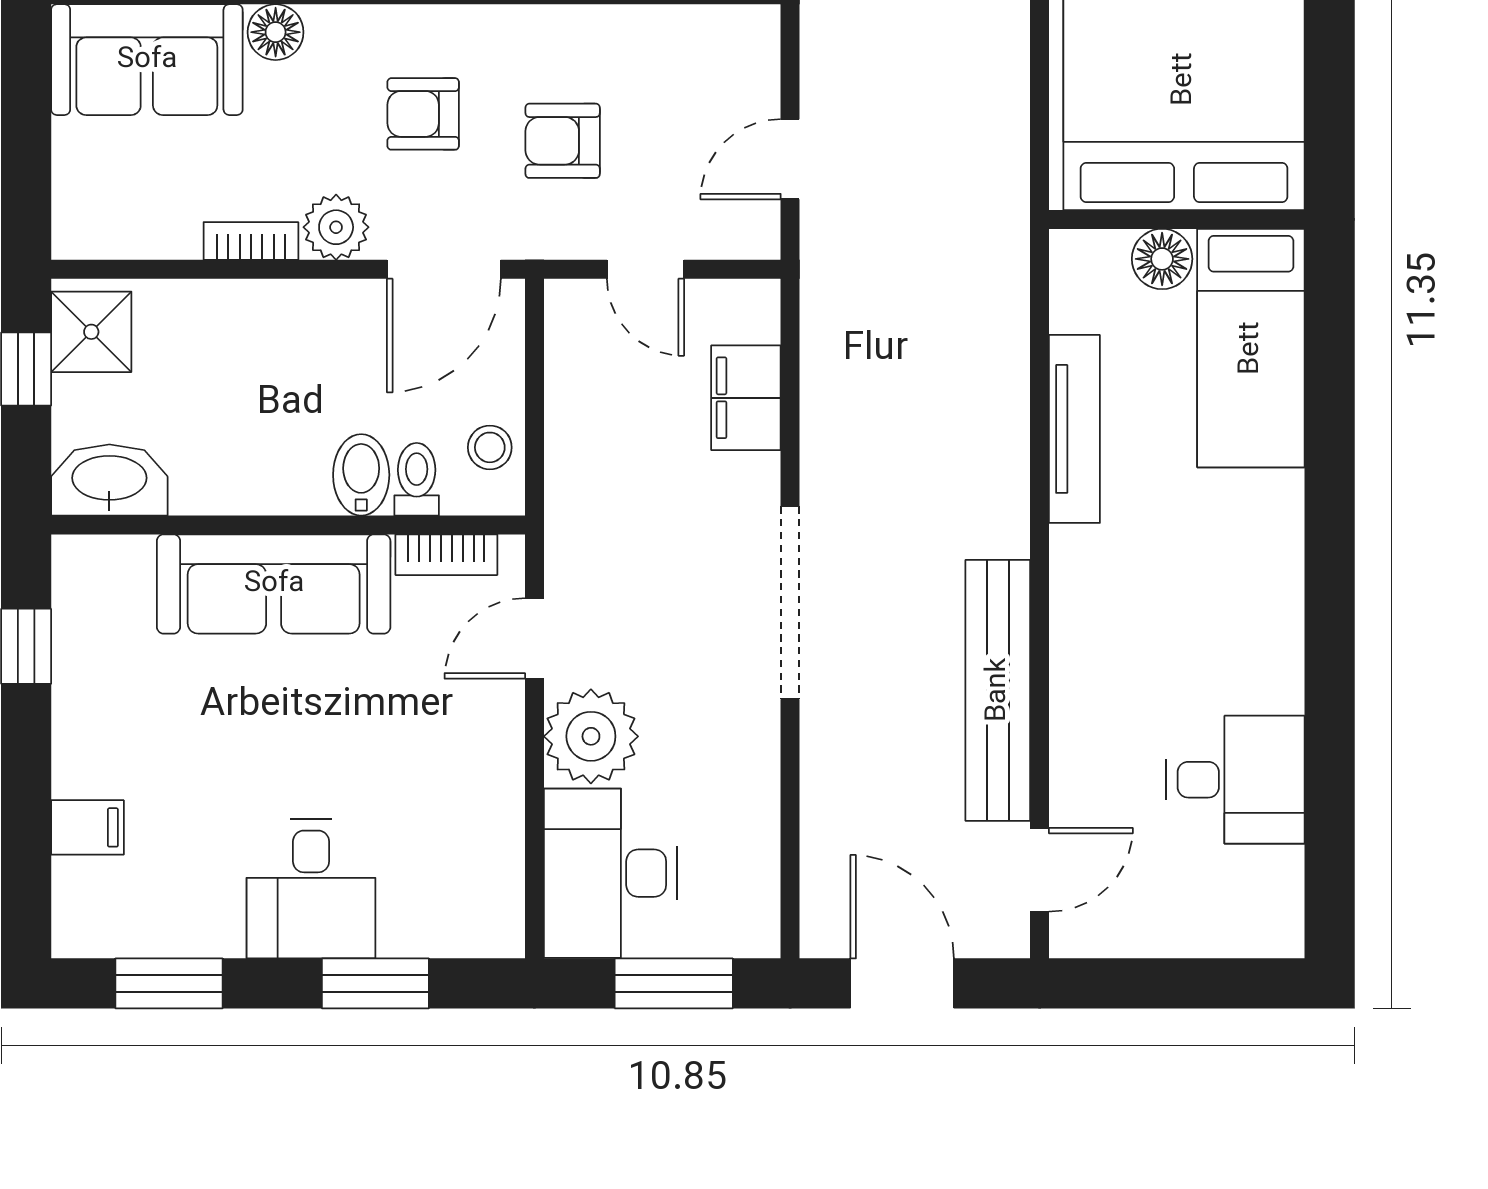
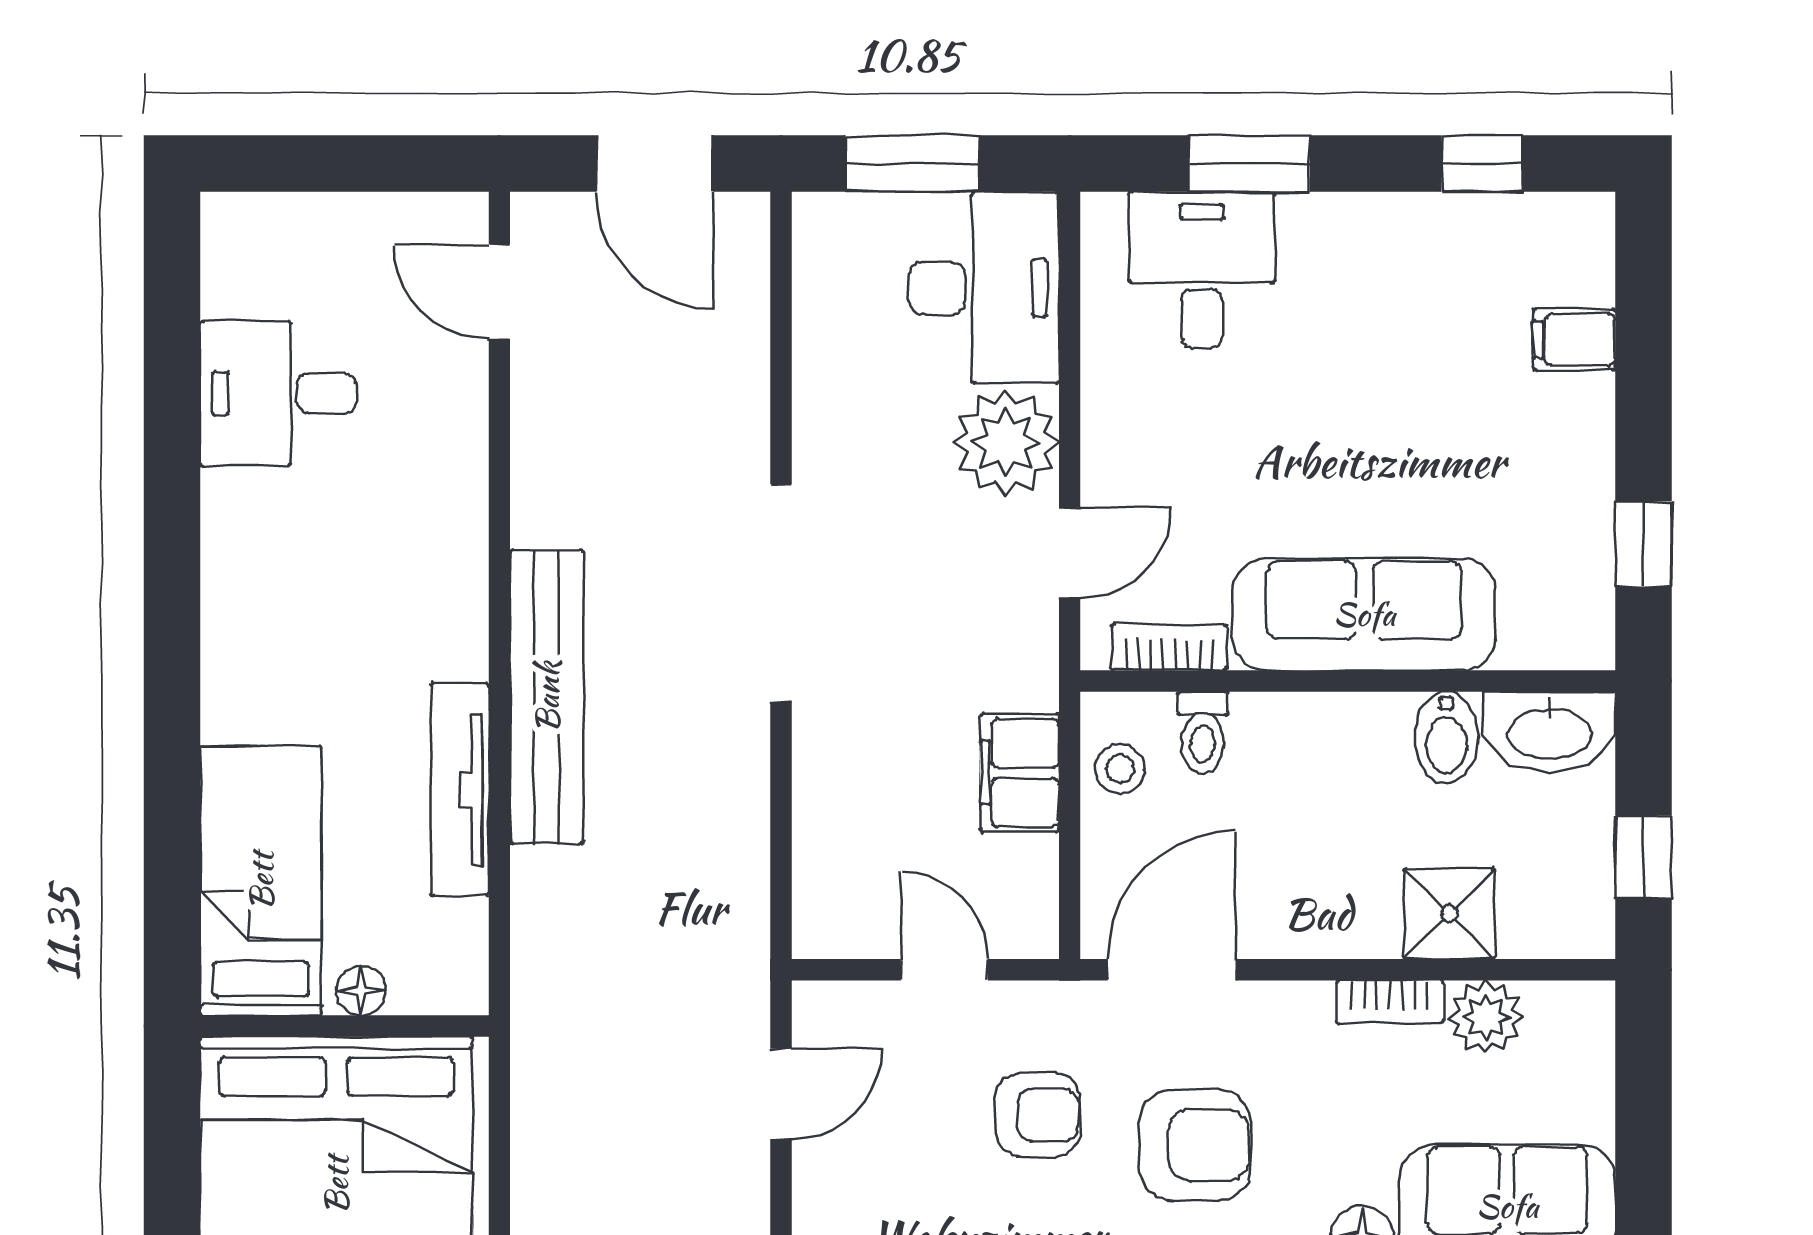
armchair: (423, 114) -> (1195, 1145), width x1.38, depth x1.38
plant: (336, 227) -> (1486, 1017), moved
floor lamp: (1162, 259) -> (361, 991), width x0.73, depth x0.73
shower: (91, 332) -> (1449, 914), moved
filing cabinet: (746, 398) -> (1020, 773), moved, turned 180
bidet: (361, 475) -> (1446, 738), moved
bench: (998, 690) -> (547, 697), moved
door: (1040, 870) -> (499, 292), hinge flipped
desk: (311, 889) -> (1202, 270), moved
window: (169, 983) -> (1482, 164), width x0.67

